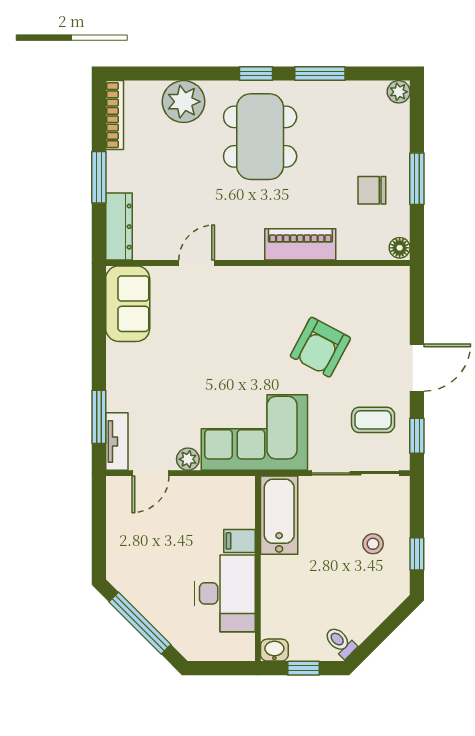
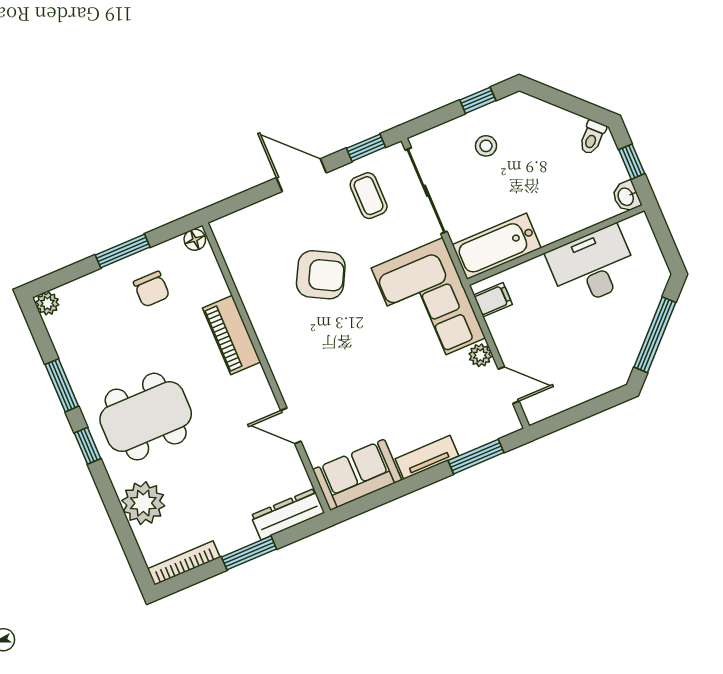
tv unit: (117, 441) -> (427, 457), moved
filing cabinet: (239, 541) -> (493, 300), moved, turned -90

